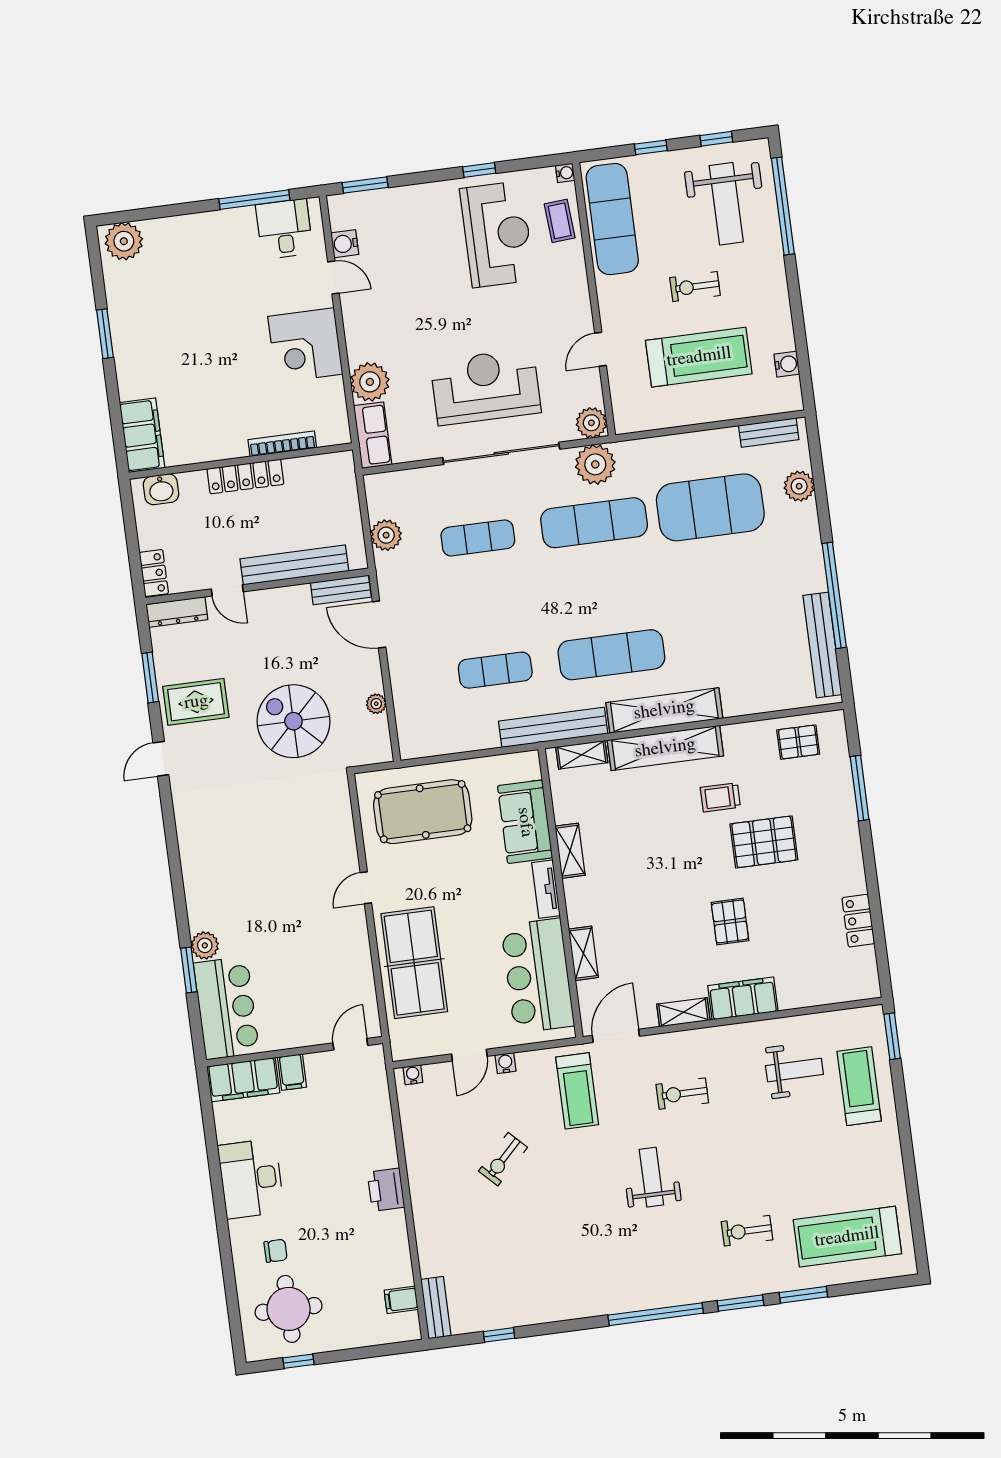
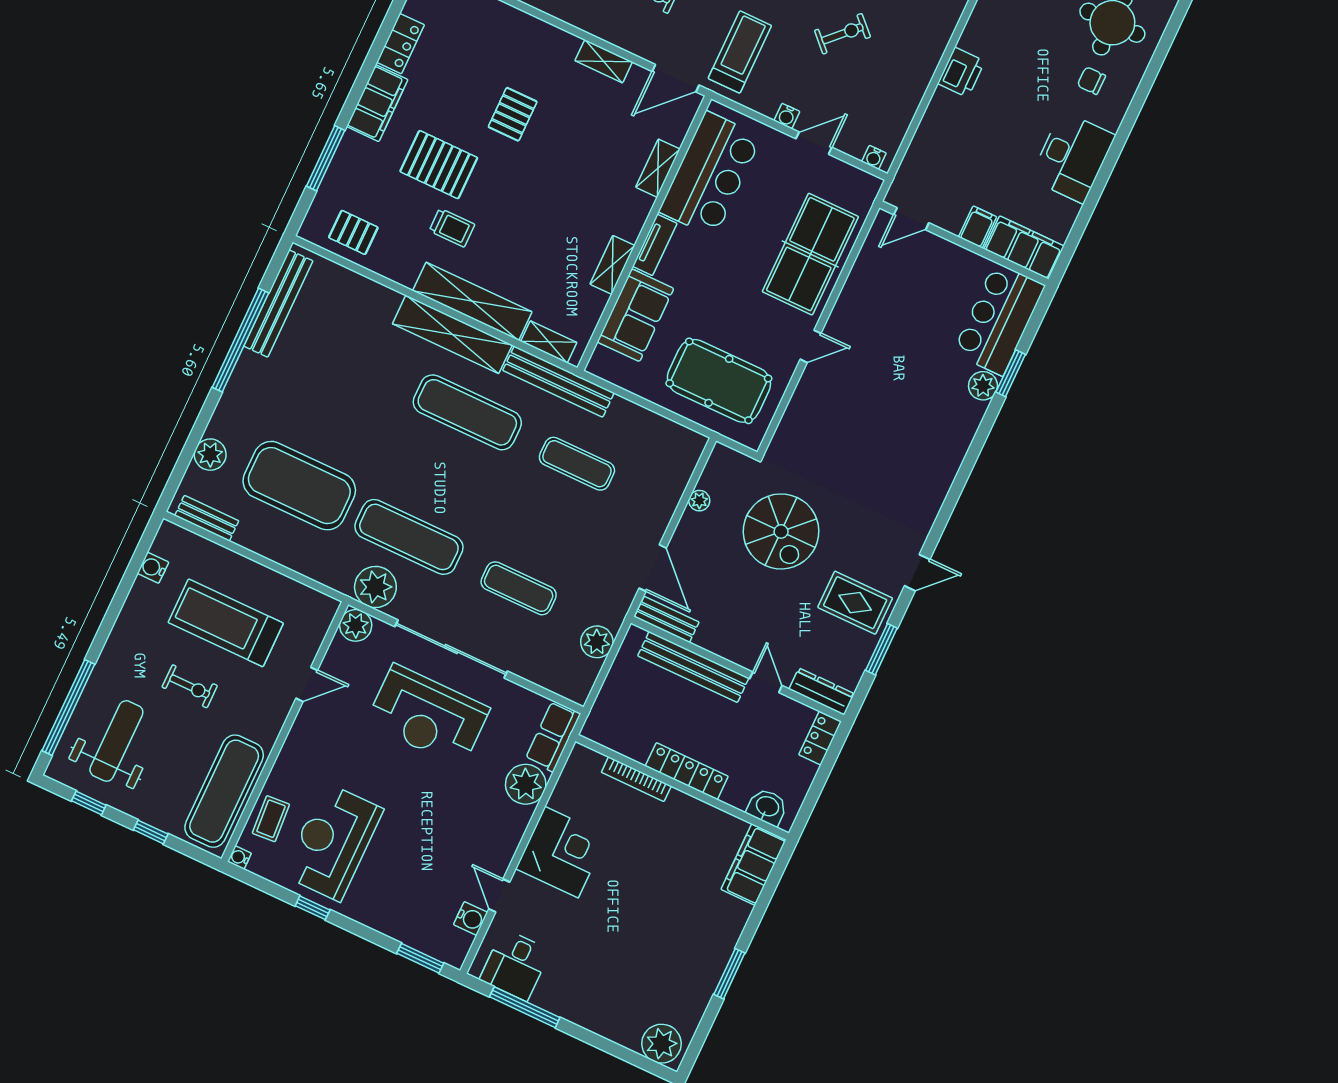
filing cabinet: (743, 998) -> (377, 103), moved, turned -90

